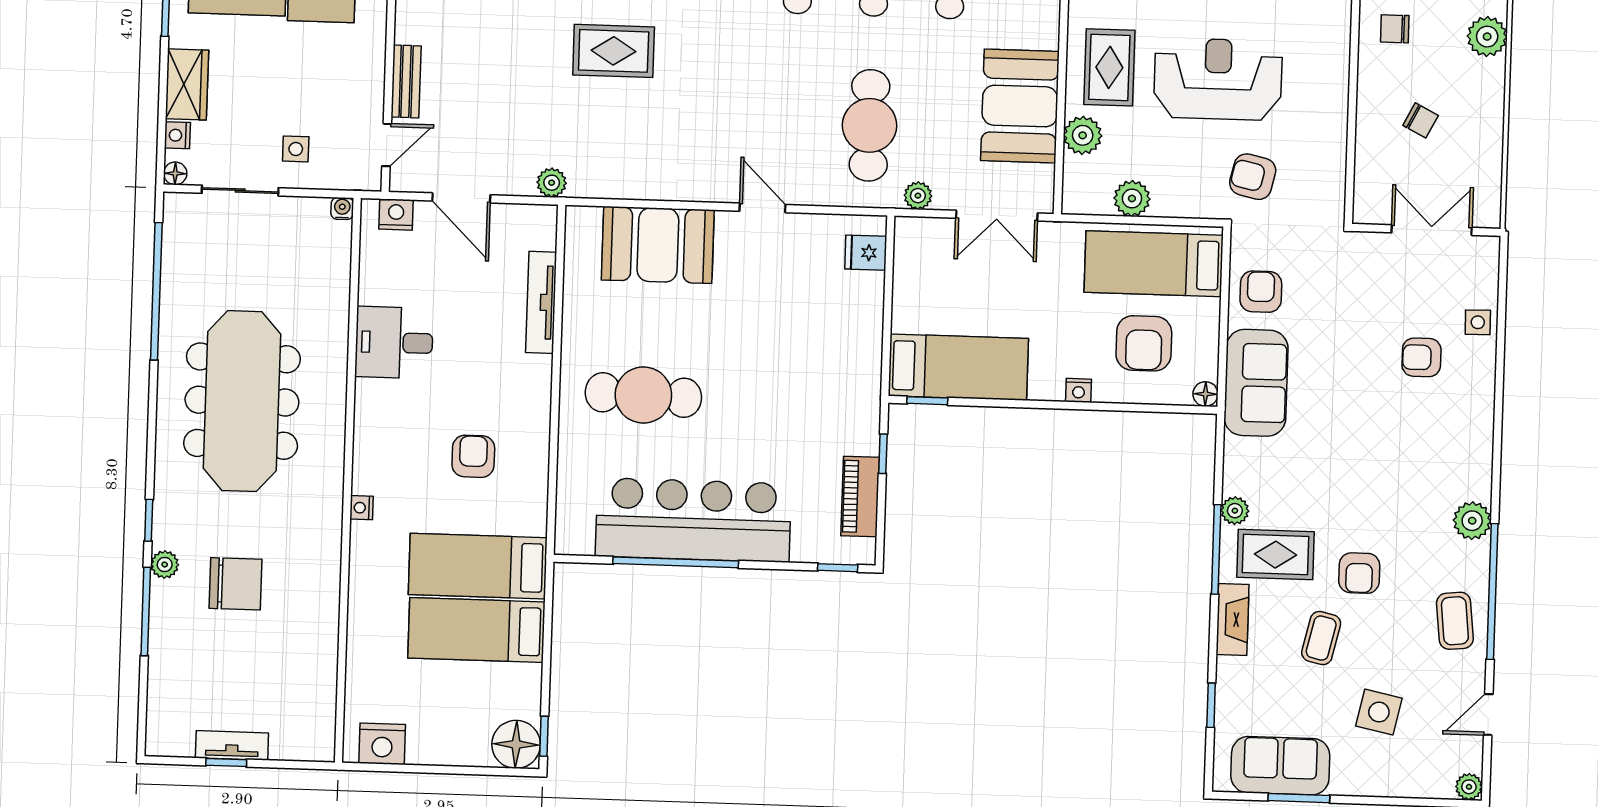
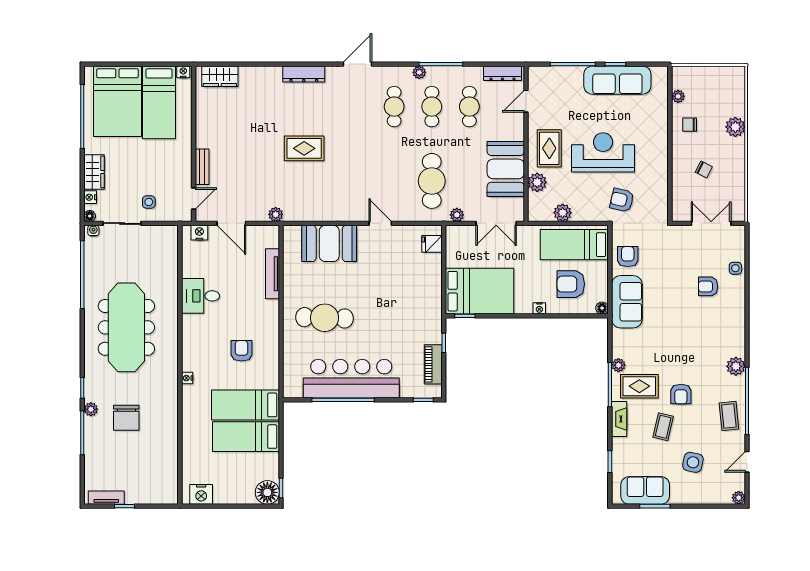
water cooler: (342, 209) -> (93, 231), moved
armchair: (1144, 343) -> (571, 284), turned 90
bed: (958, 367) -> (480, 291), width x1.50
chair: (236, 584) -> (126, 418), turned 90
tv unit: (232, 745) -> (106, 498), moved

